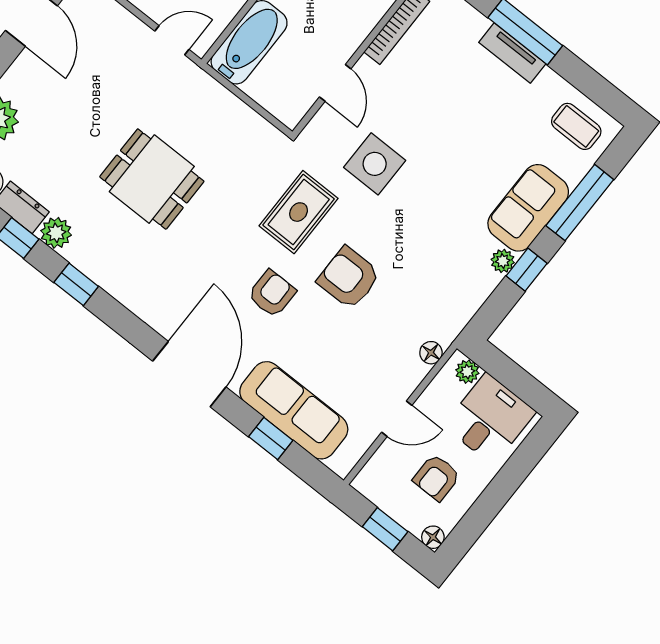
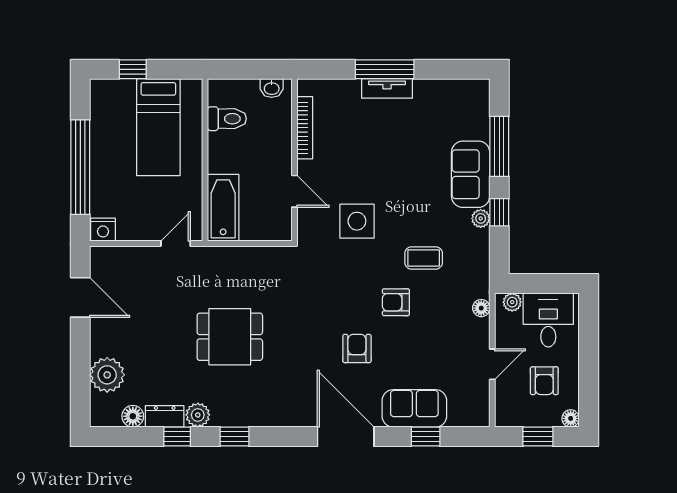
coffee table: (576, 126) -> (424, 258), moved
rug: (299, 212) -> (334, 287), removed
armchair: (349, 278) -> (396, 302), width x0.72, depth x0.72
sofa: (294, 410) -> (414, 408), width x0.73

